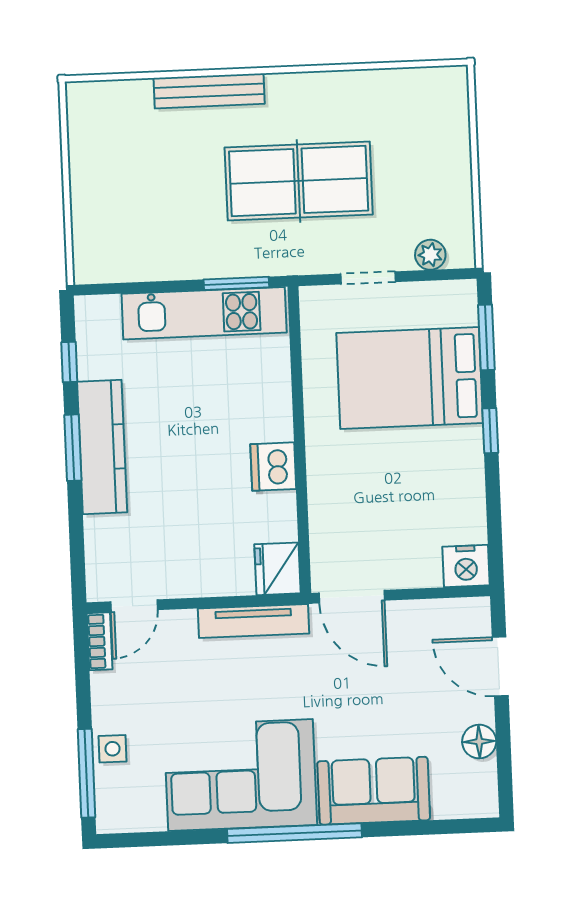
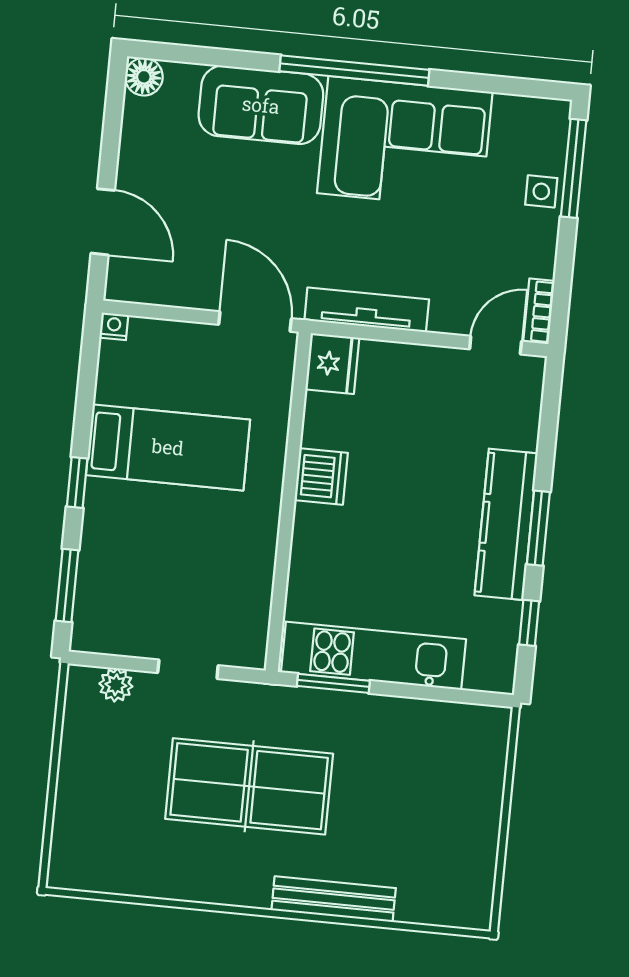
bed: (410, 378) -> (168, 447), moved, width x0.67
nightstand: (466, 566) -> (114, 326), width x0.53, depth x0.56
floor lamp: (479, 742) -> (144, 77), moved

